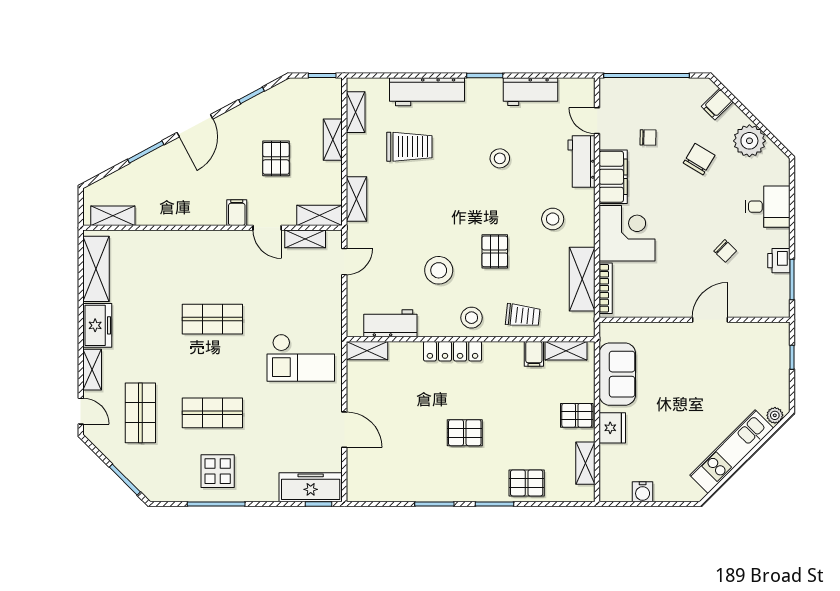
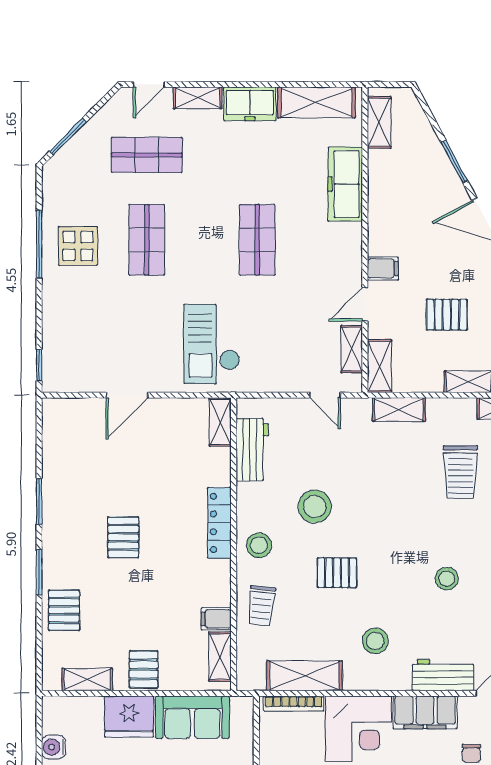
fridge: (612, 428) -> (129, 717), width x1.36, depth x1.34
freezer: (311, 487) -> (345, 184), moved, turned 180

